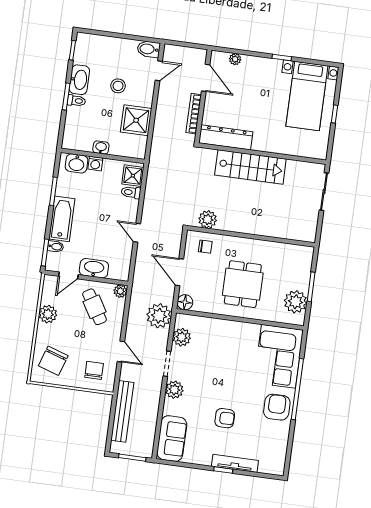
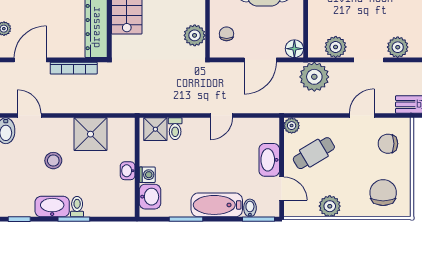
chair: (53, 361) -> (383, 193), turned -108

